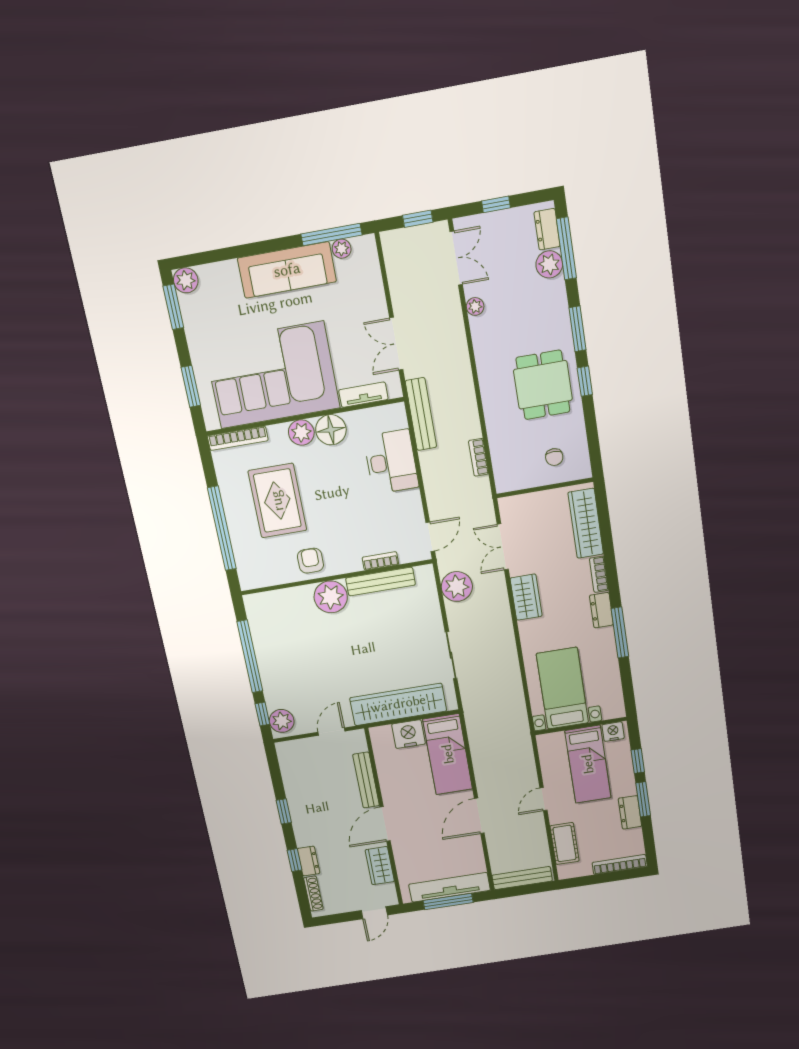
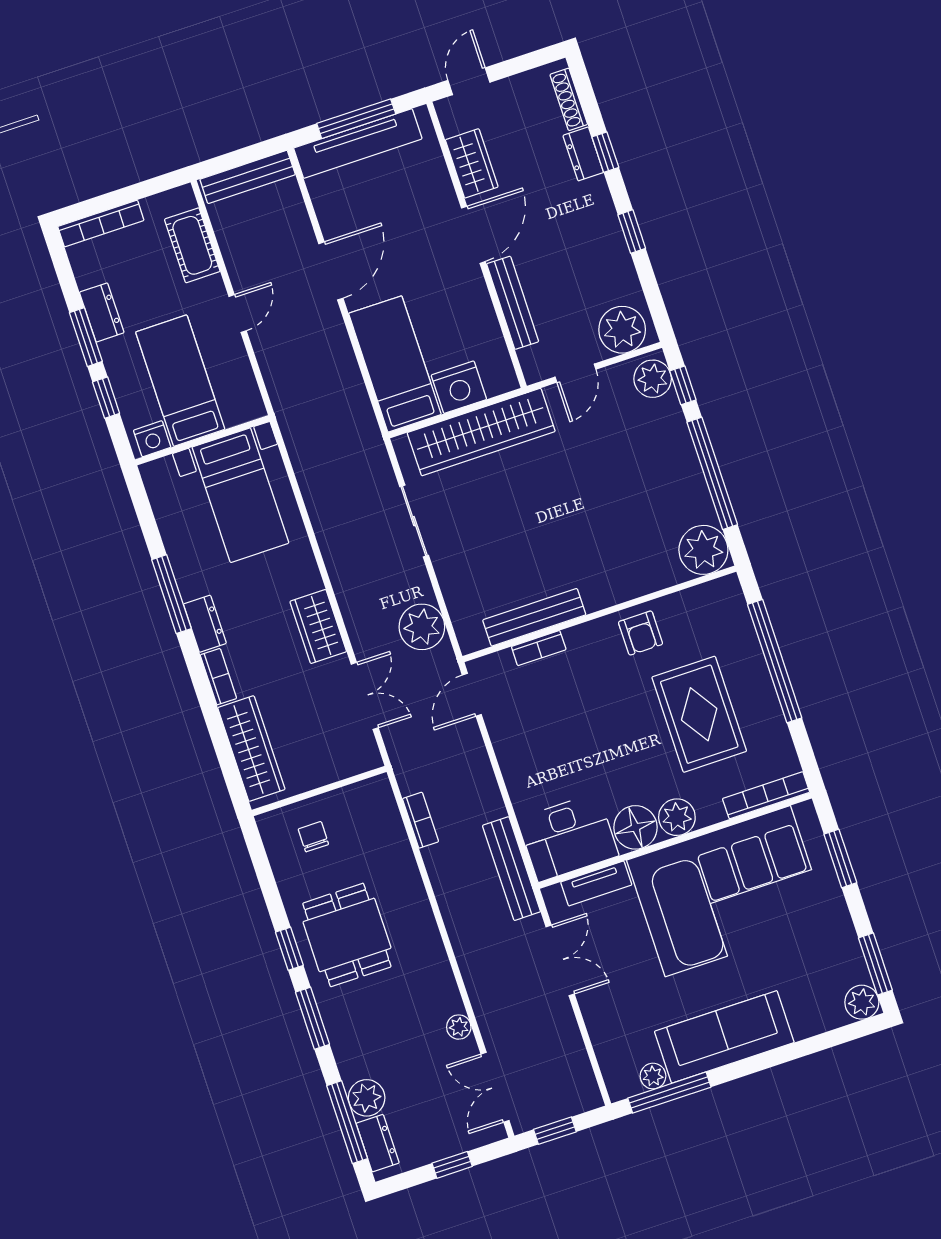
desk: (391, 462) -> (568, 837), moved, turned -90
plant: (331, 597) -> (703, 550), moved
plant: (298, 754) -> (622, 330), added

